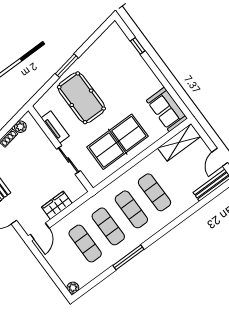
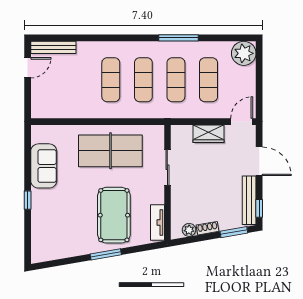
window: (138, 46) -> (28, 200), moved
sofa: (167, 109) -> (44, 166), moved
tv unit: (55, 127) -> (157, 222), moved
shelving: (179, 142) -> (55, 109), removed
plant: (73, 288) -> (244, 53), width x1.88, depth x1.88

